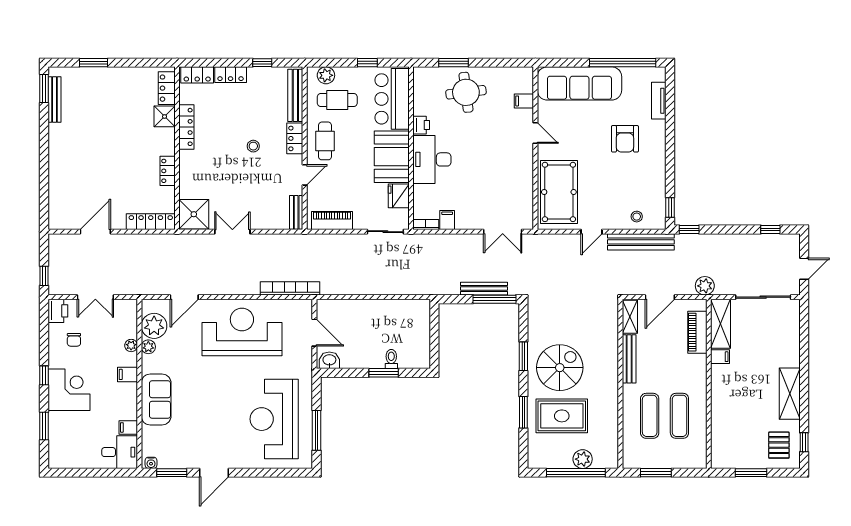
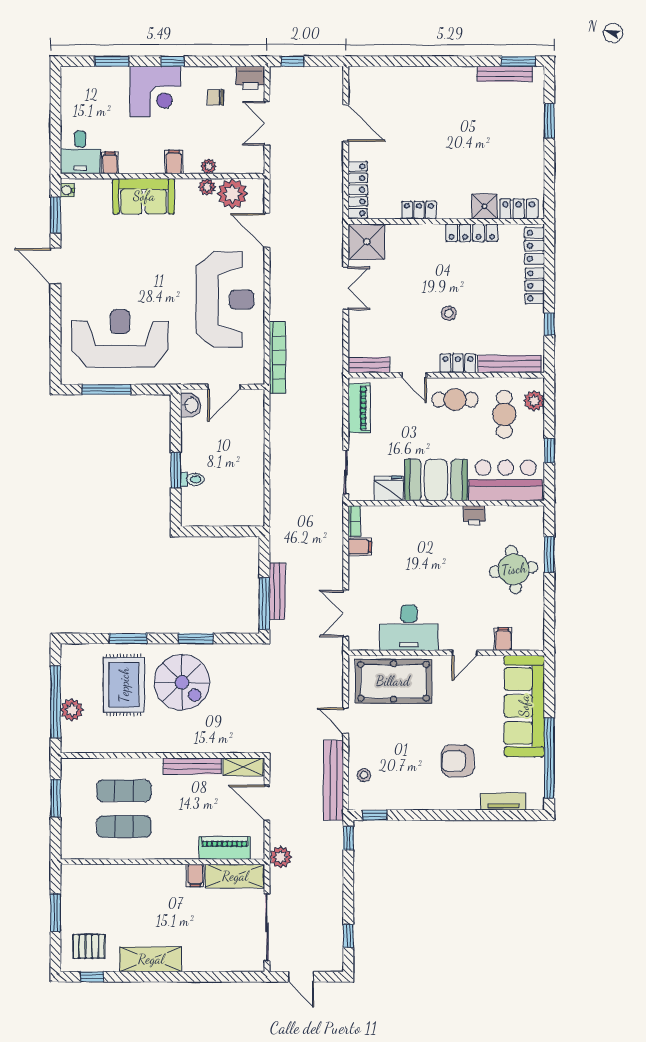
desk: (432, 159) -> (409, 628), moved, turned 180

